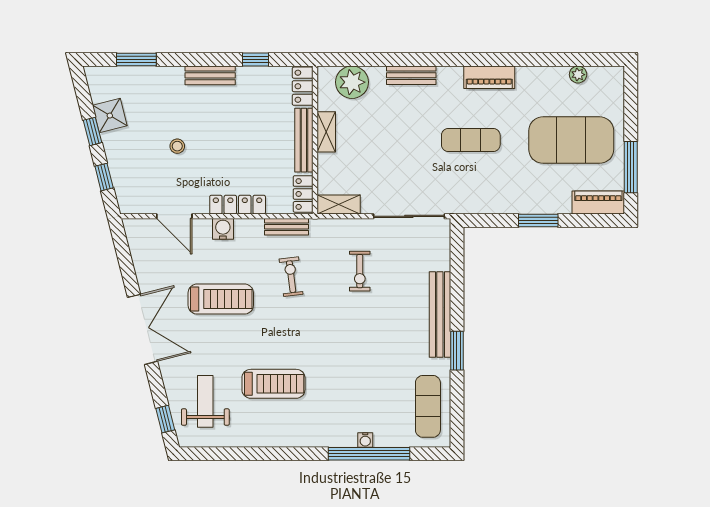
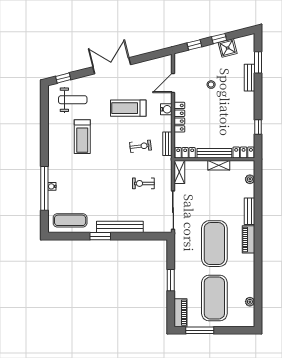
bench: (210, 75) -> (249, 78), moved
piano: (489, 77) -> (248, 239), moved
plant: (352, 82) -> (250, 179), width x0.53, depth x0.53
exercise mat: (471, 140) -> (214, 244), width x2.00, depth x1.45
treadmill: (221, 299) -> (128, 108), turned 90
double door: (143, 329) -> (112, 66), swing flipped

